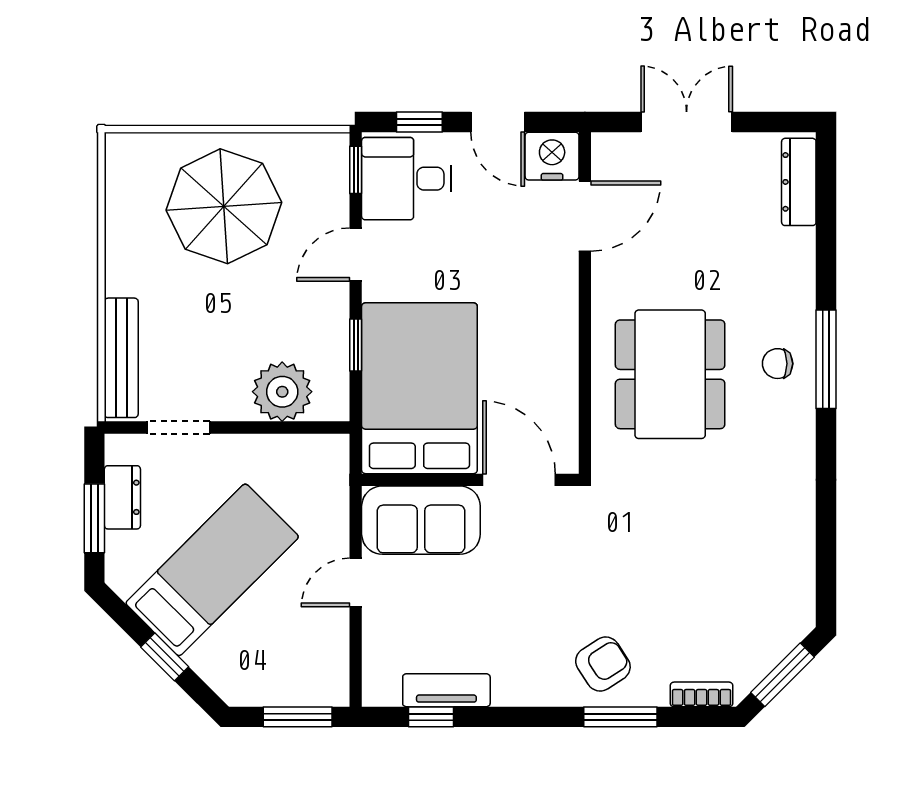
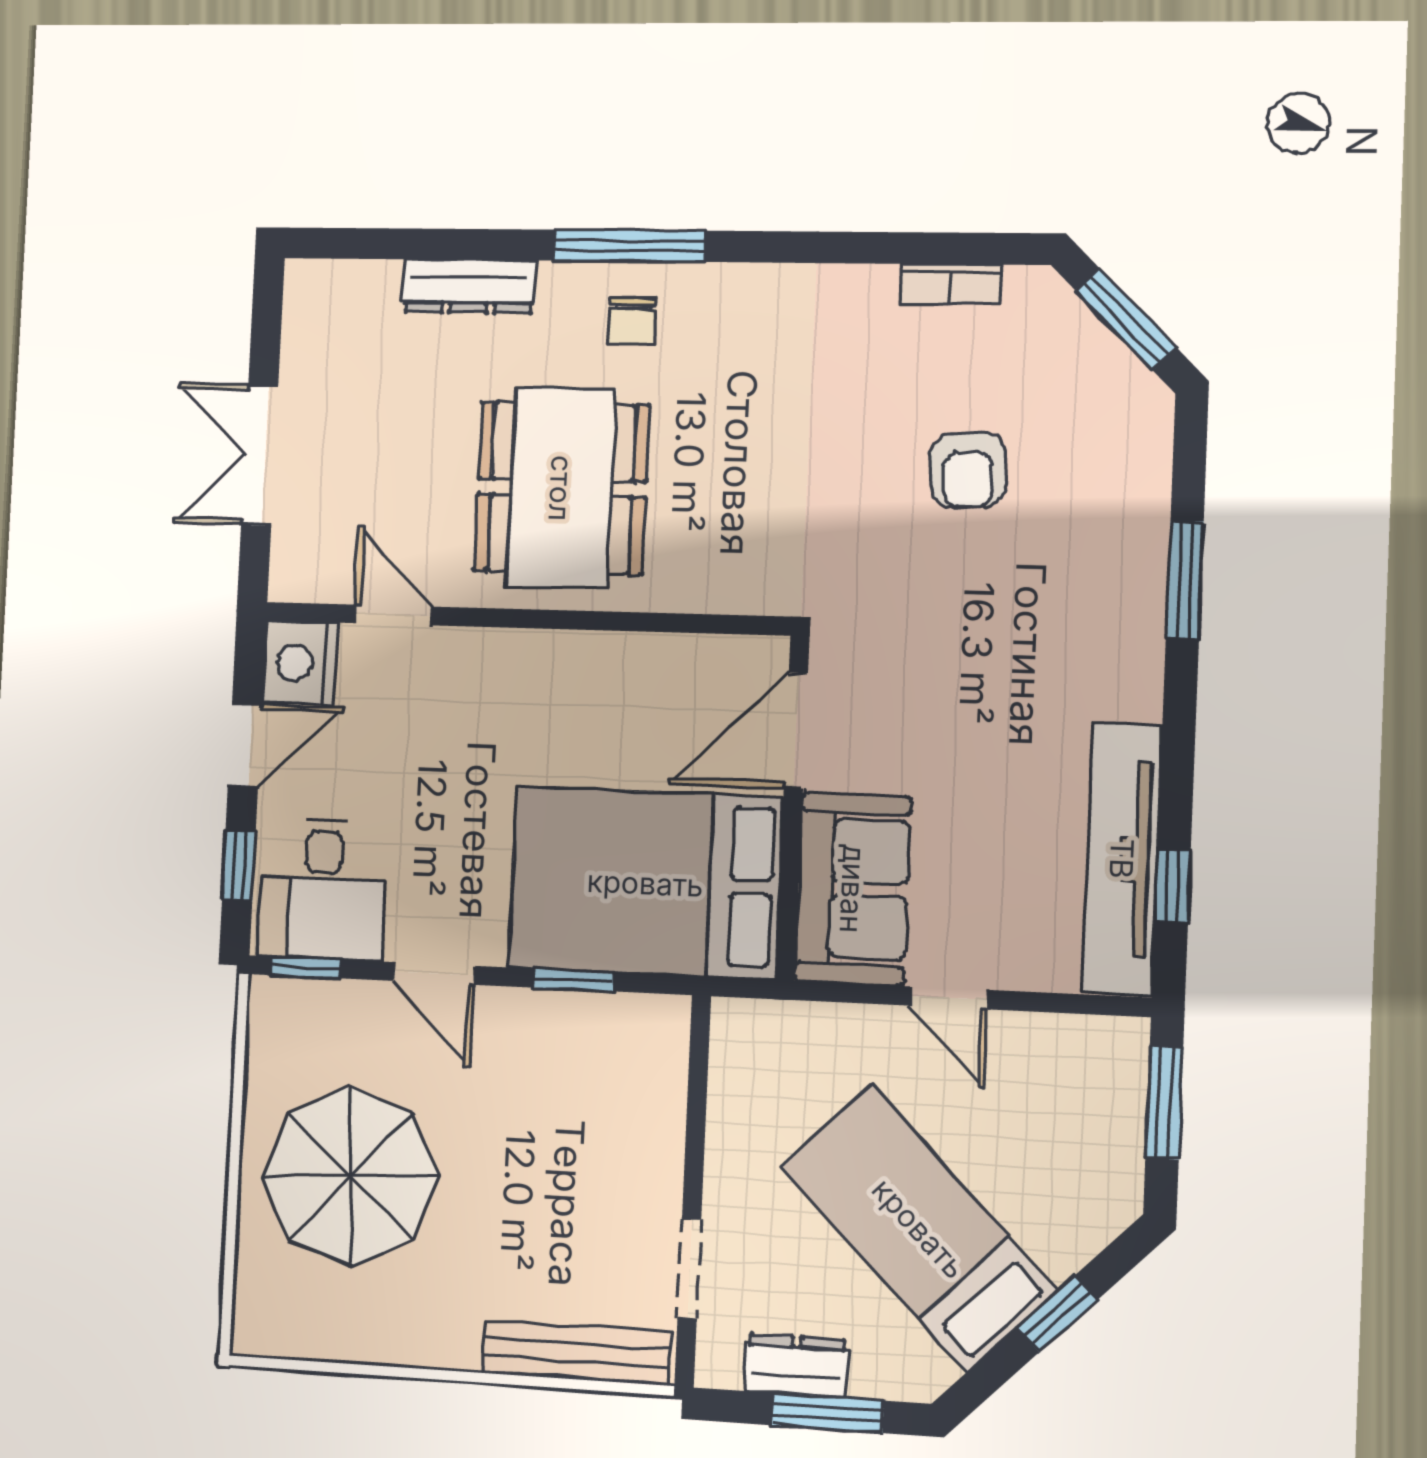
dresser: (799, 182) -> (469, 286), moved
door: (585, 216) -> (393, 615), width x0.73
dining table: (670, 374) -> (561, 488), moved, turned 90
plant: (282, 392) -> (641, 1100), removed
armchair: (603, 664) -> (968, 470), moved, turned -150
tv unit: (446, 690) -> (1122, 859), width x1.92, depth x1.29
bookcase: (702, 694) -> (950, 284), moved, turned -90

